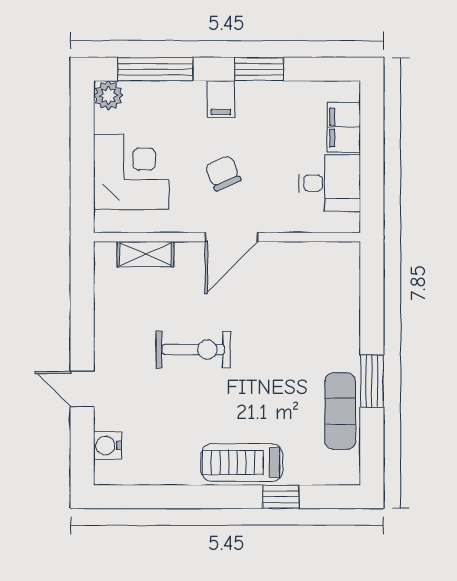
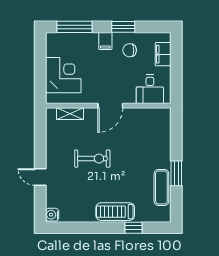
plant: (108, 95) -> (53, 39), removed
chair: (223, 173) -> (130, 50), moved, turned -67
desk: (330, 183) -> (150, 89), moved, turned 90
water cooler: (108, 445) -> (52, 215), moved

